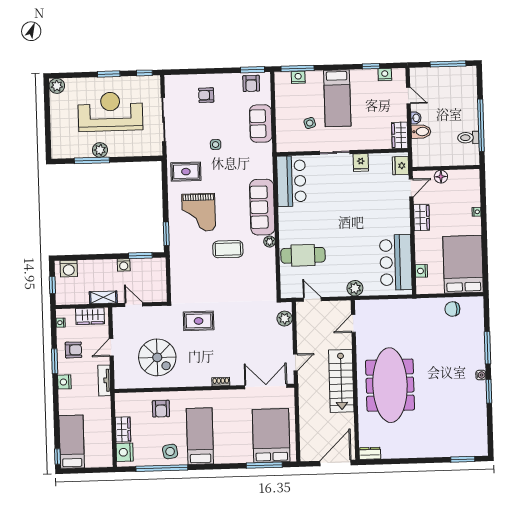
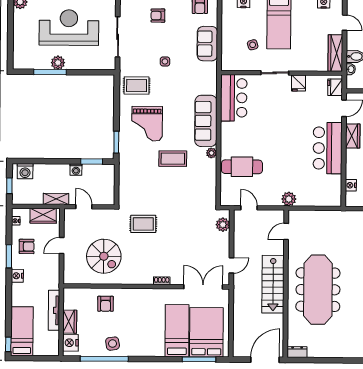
washbasin: (416, 118) -> (351, 69), moved
wardrobe: (400, 135) -> (335, 53), width x1.50
bar counter: (396, 262) -> (328, 148), moved
tv unit: (104, 380) -> (54, 310), moved, width x1.41
bed: (200, 436) -> (177, 331), moved

